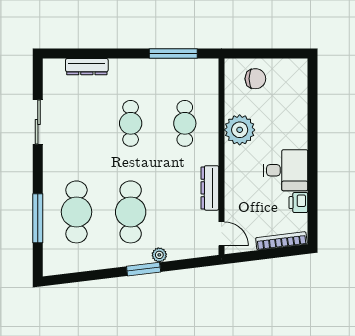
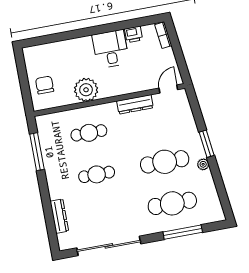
sliding door: (38, 122) -> (109, 246), width x1.86
bookcase: (281, 241) -> (163, 35), width x0.64
plant: (159, 255) -> (203, 164), moved

